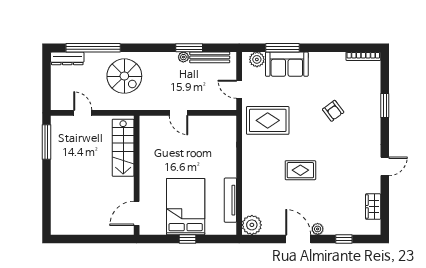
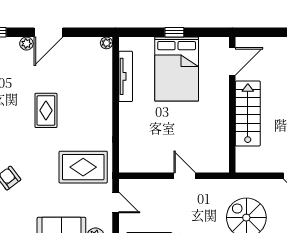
stairs: (123, 148) -> (248, 114), moved
rug: (300, 170) -> (46, 110), turned 90
plant: (252, 225) -> (106, 43), width x0.53, depth x0.53
door: (298, 239) -> (48, 32), hinge flipped

